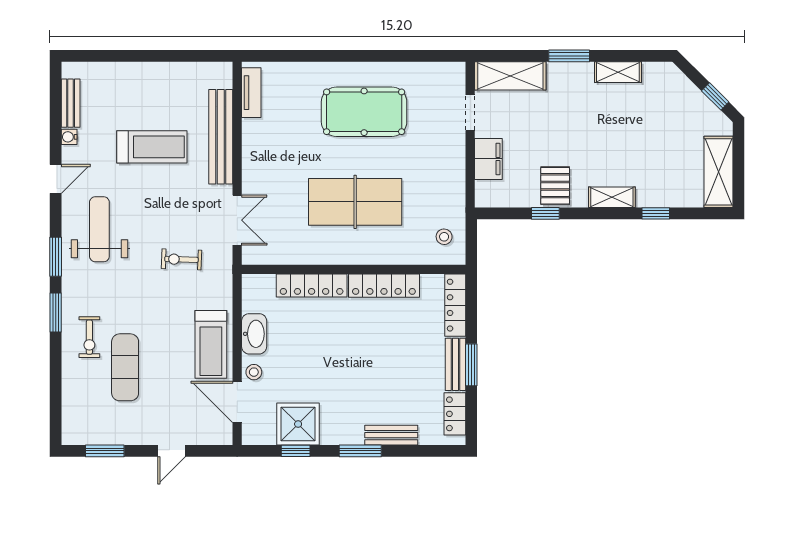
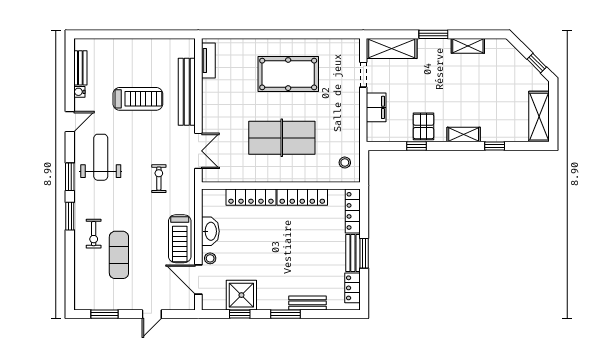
exercise bike: (181, 259) -> (159, 179), turned 88

